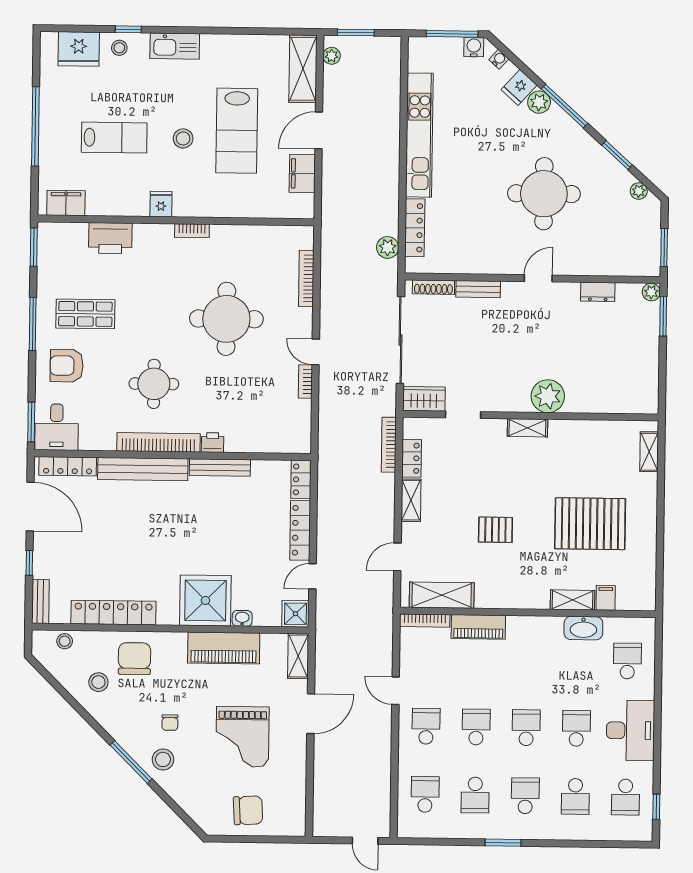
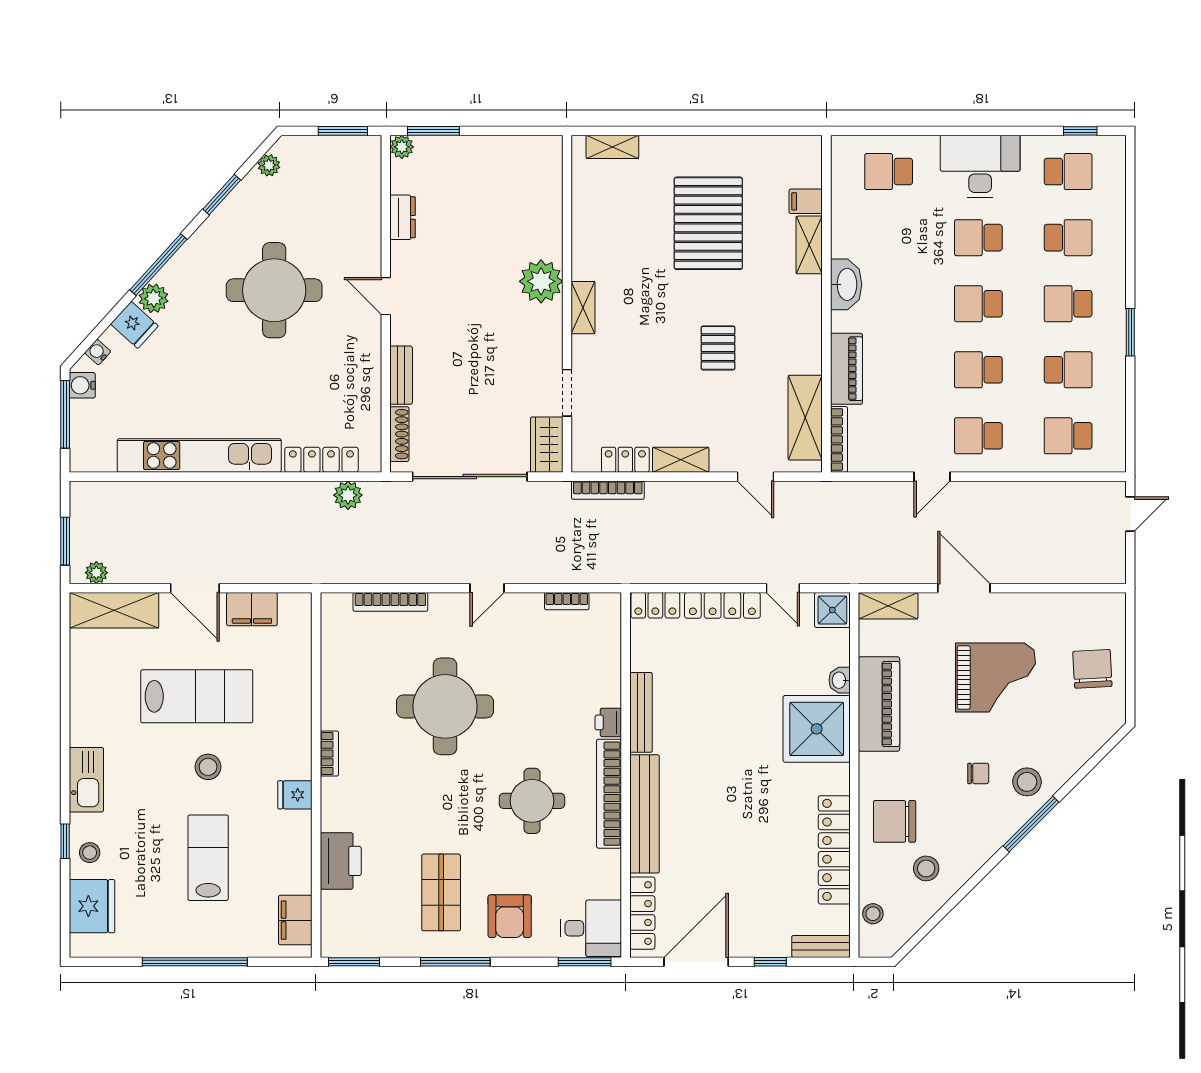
bookcase: (305, 382) -> (567, 601), moved
washbasin: (583, 628) -> (846, 284), moved

